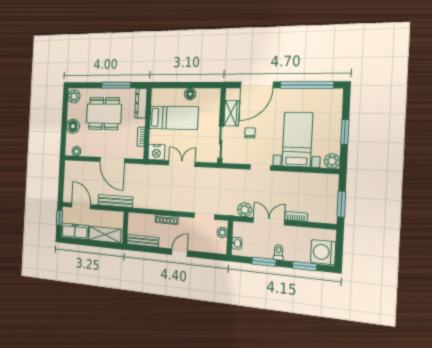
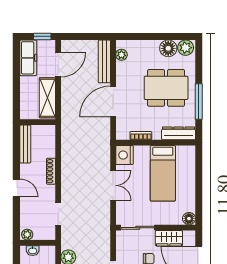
floor lamp: (190, 94) -> (189, 219), moved
dining table: (104, 114) -> (166, 88), turned 90
floor lamp: (73, 126) -> (168, 48), moved
bench: (115, 201) -> (104, 61), moved
plant: (222, 233) -> (27, 235), moved
shelving: (105, 235) -> (47, 98), moved

